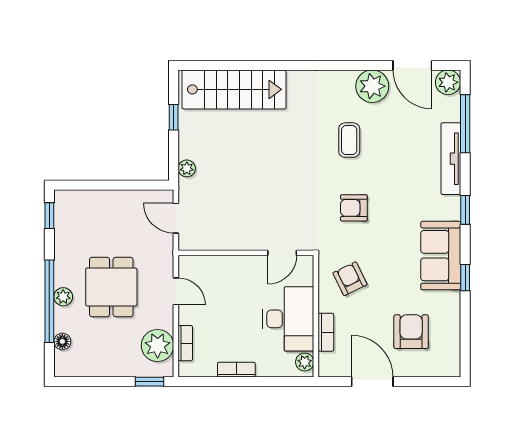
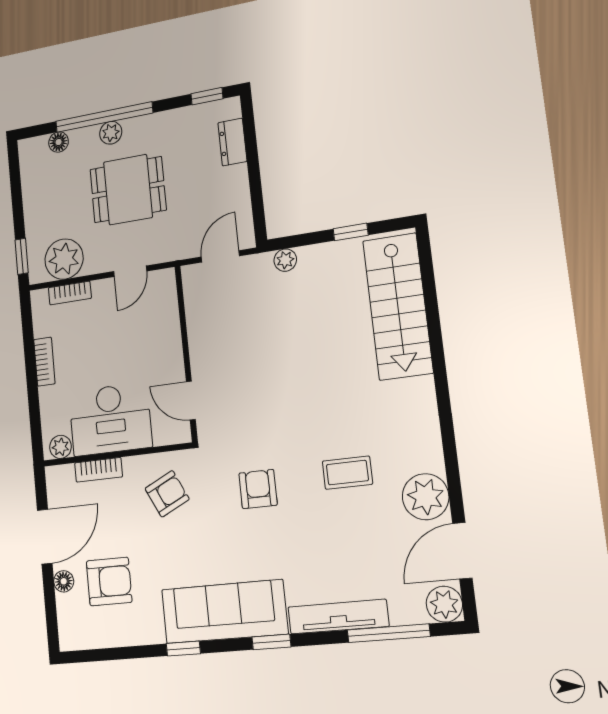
dresser: (89, 199) -> (232, 142), added
sofa: (441, 256) -> (224, 612), width x1.36
floor lamp: (408, 369) -> (64, 581), added

